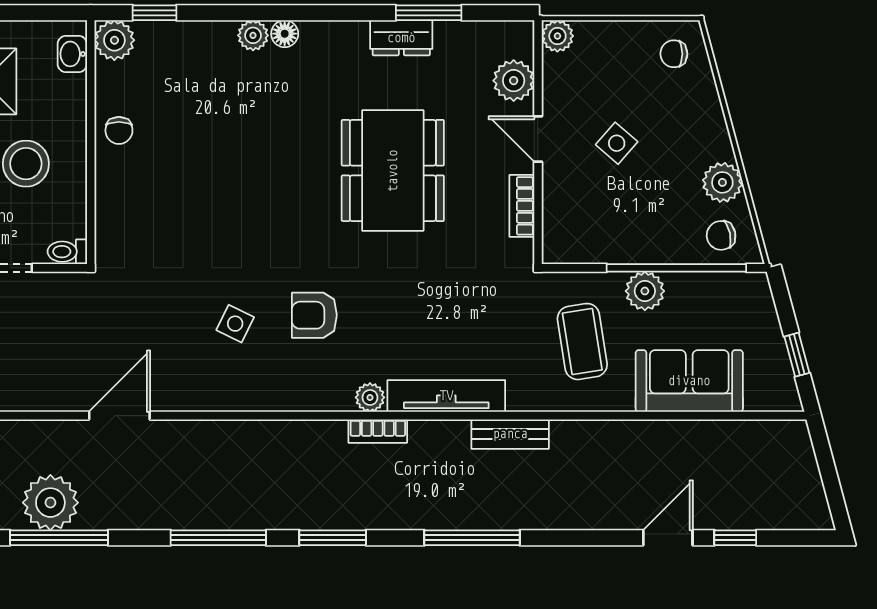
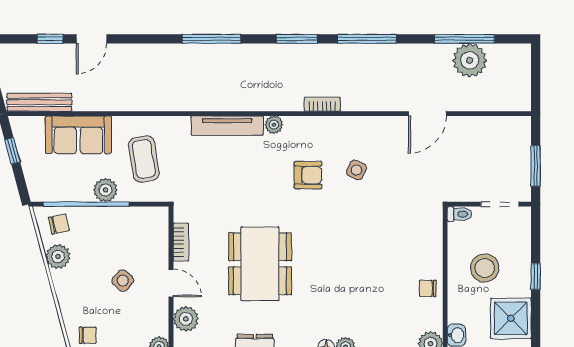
chair: (119, 130) -> (428, 288), turned -90
bookcase: (378, 431) -> (322, 104), moved
bench: (510, 434) -> (39, 102), moved, width x1.36

